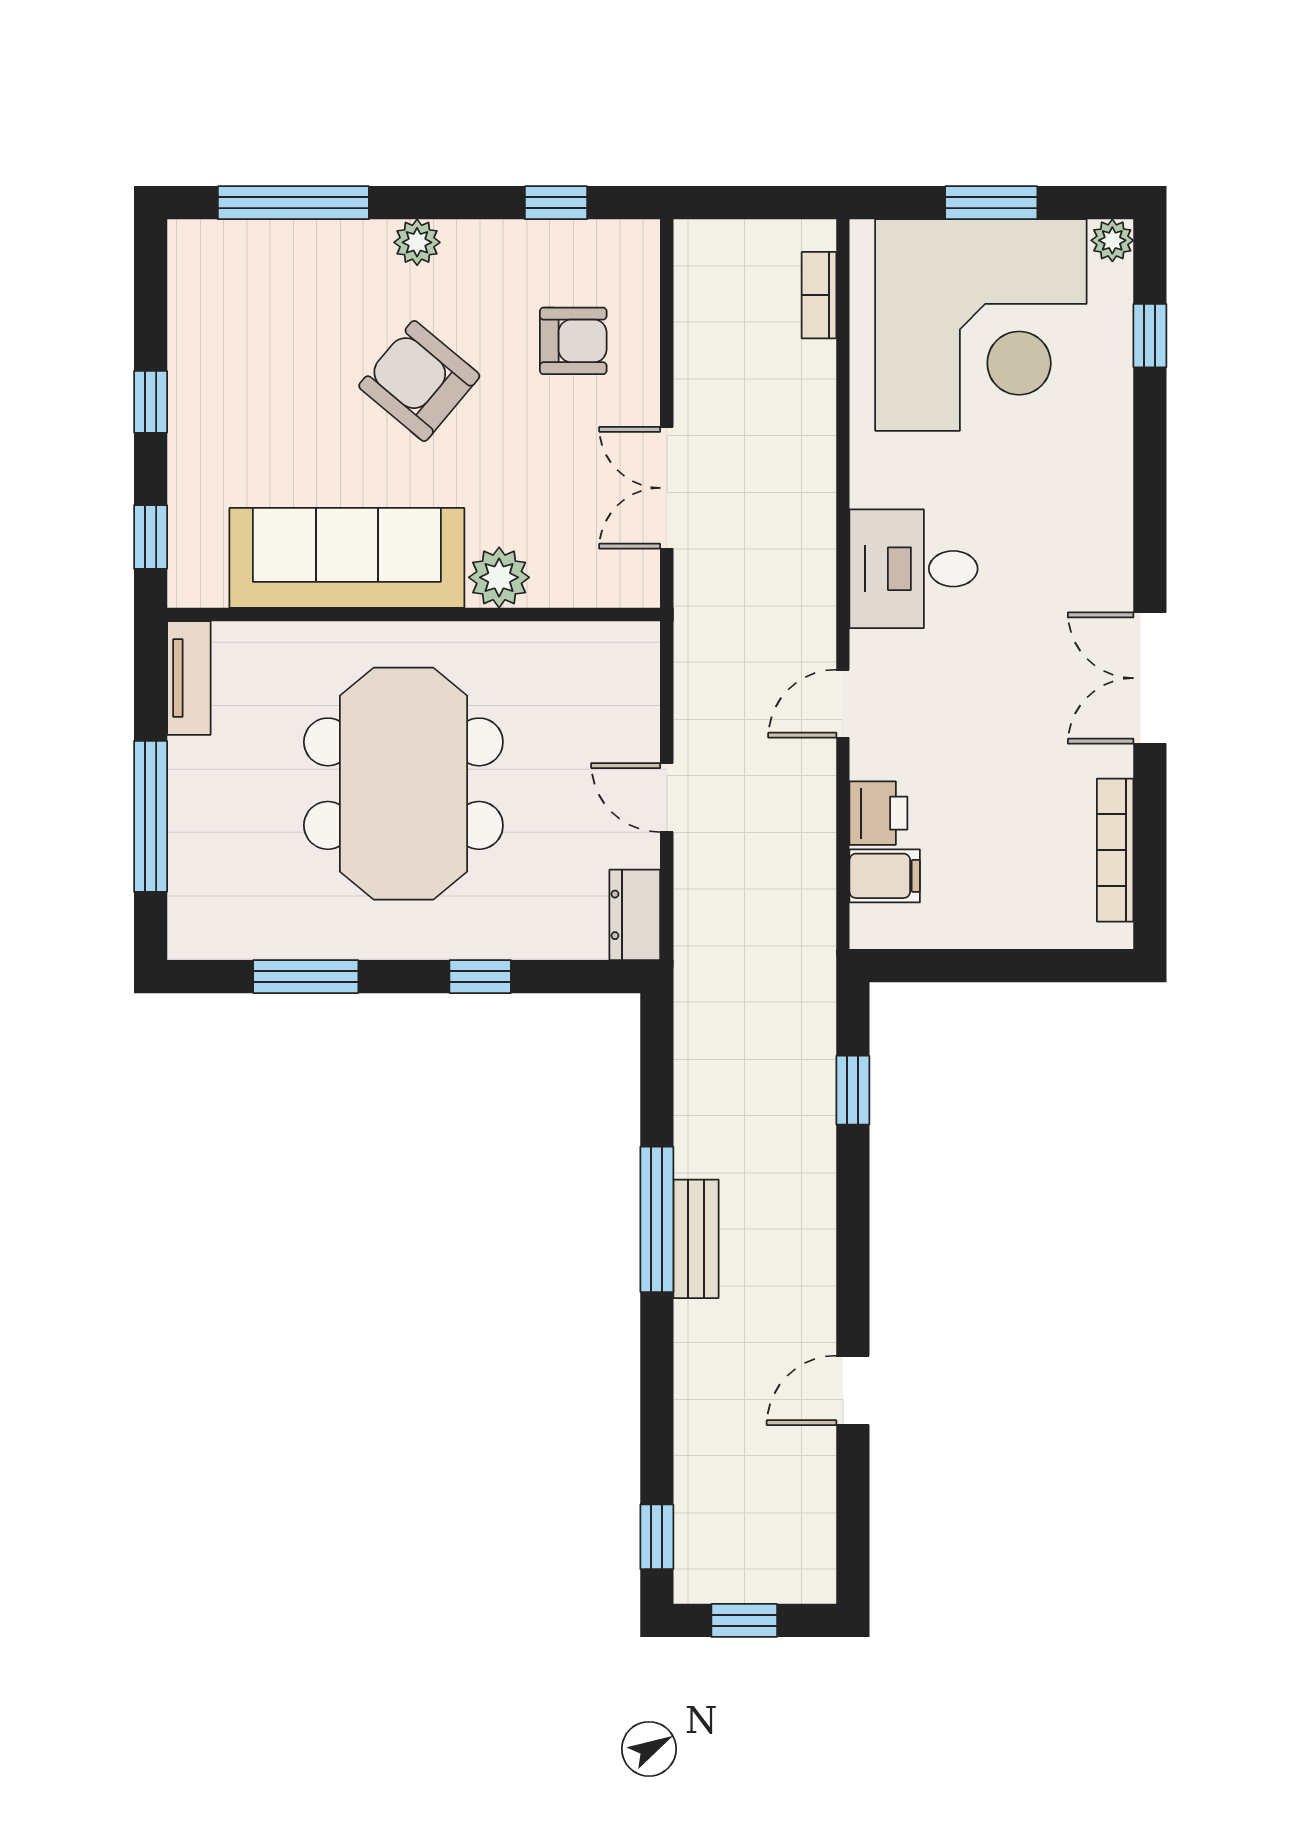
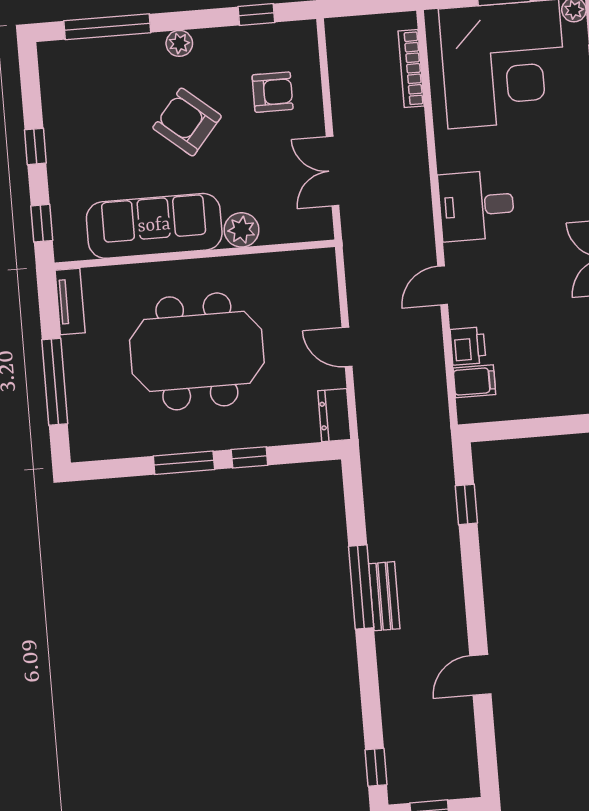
bookcase: (819, 295) -> (411, 68), width x1.56
meeting table: (403, 784) -> (197, 351), turned 90
window: (306, 977) -> (184, 463), moved

